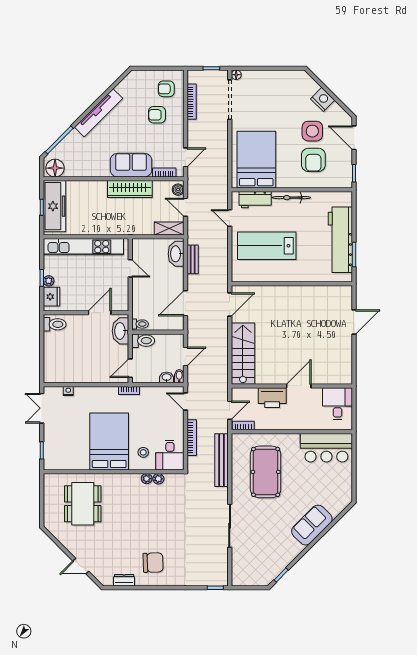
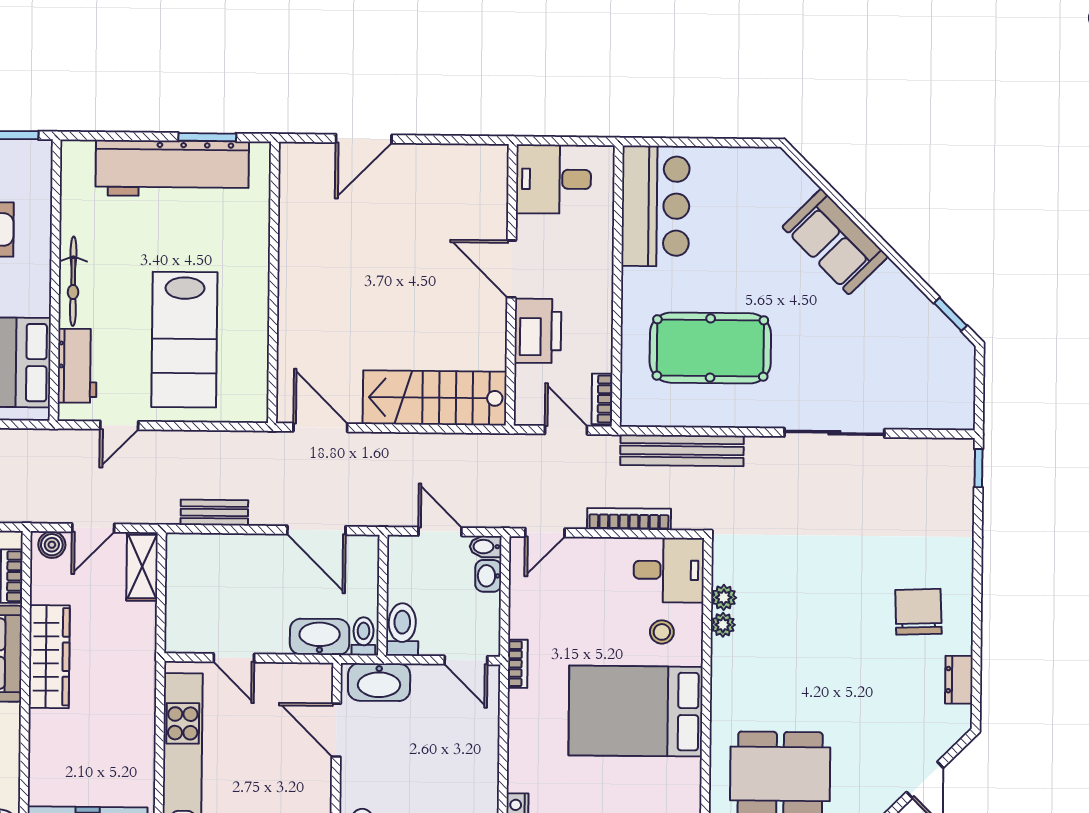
washbasin: (176, 254) -> (320, 637), moved, turned 180
door: (130, 268) -> (234, 658), swing flipped
door: (354, 322) -> (364, 139), swing flipped

